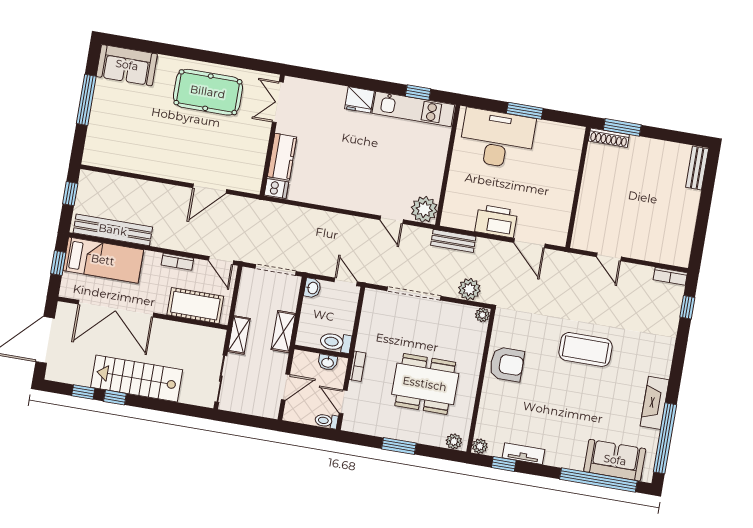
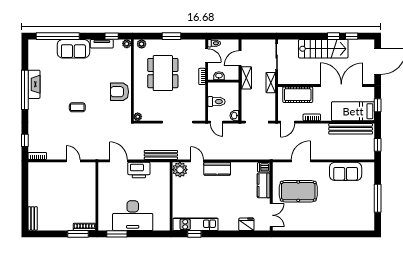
sofa: (127, 65) -> (346, 171), moved, turned 180
pool table: (208, 92) -> (298, 191), moved
fridge: (359, 100) -> (246, 224), moved
window: (525, 111) -> (117, 234), moved
desk: (497, 139) -> (133, 216), moved
kitchen counter: (359, 200) -> (217, 169), added
bench: (453, 241) -> (161, 155), width x1.36
door: (221, 261) -> (288, 122), swing flipped
plant: (469, 289) -> (147, 130), removed
shelving: (283, 332) -> (246, 78), moved
toilet: (336, 342) -> (216, 102), moved
coffee table: (586, 349) -> (77, 107), width x0.54, depth x0.58
dining table: (425, 384) -> (163, 73), turned 90
window: (665, 438) -> (25, 90), moved
sofa: (615, 460) -> (73, 49), moved

